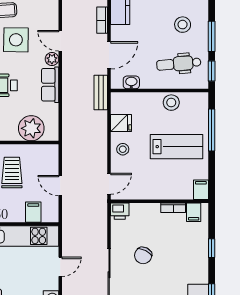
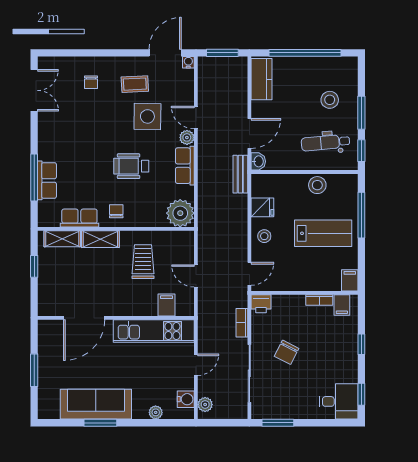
bookcase: (102, 20) -> (242, 323), moved
washbasin: (131, 82) -> (258, 161), moved, turned 90
plant: (31, 128) -> (180, 213), moved

